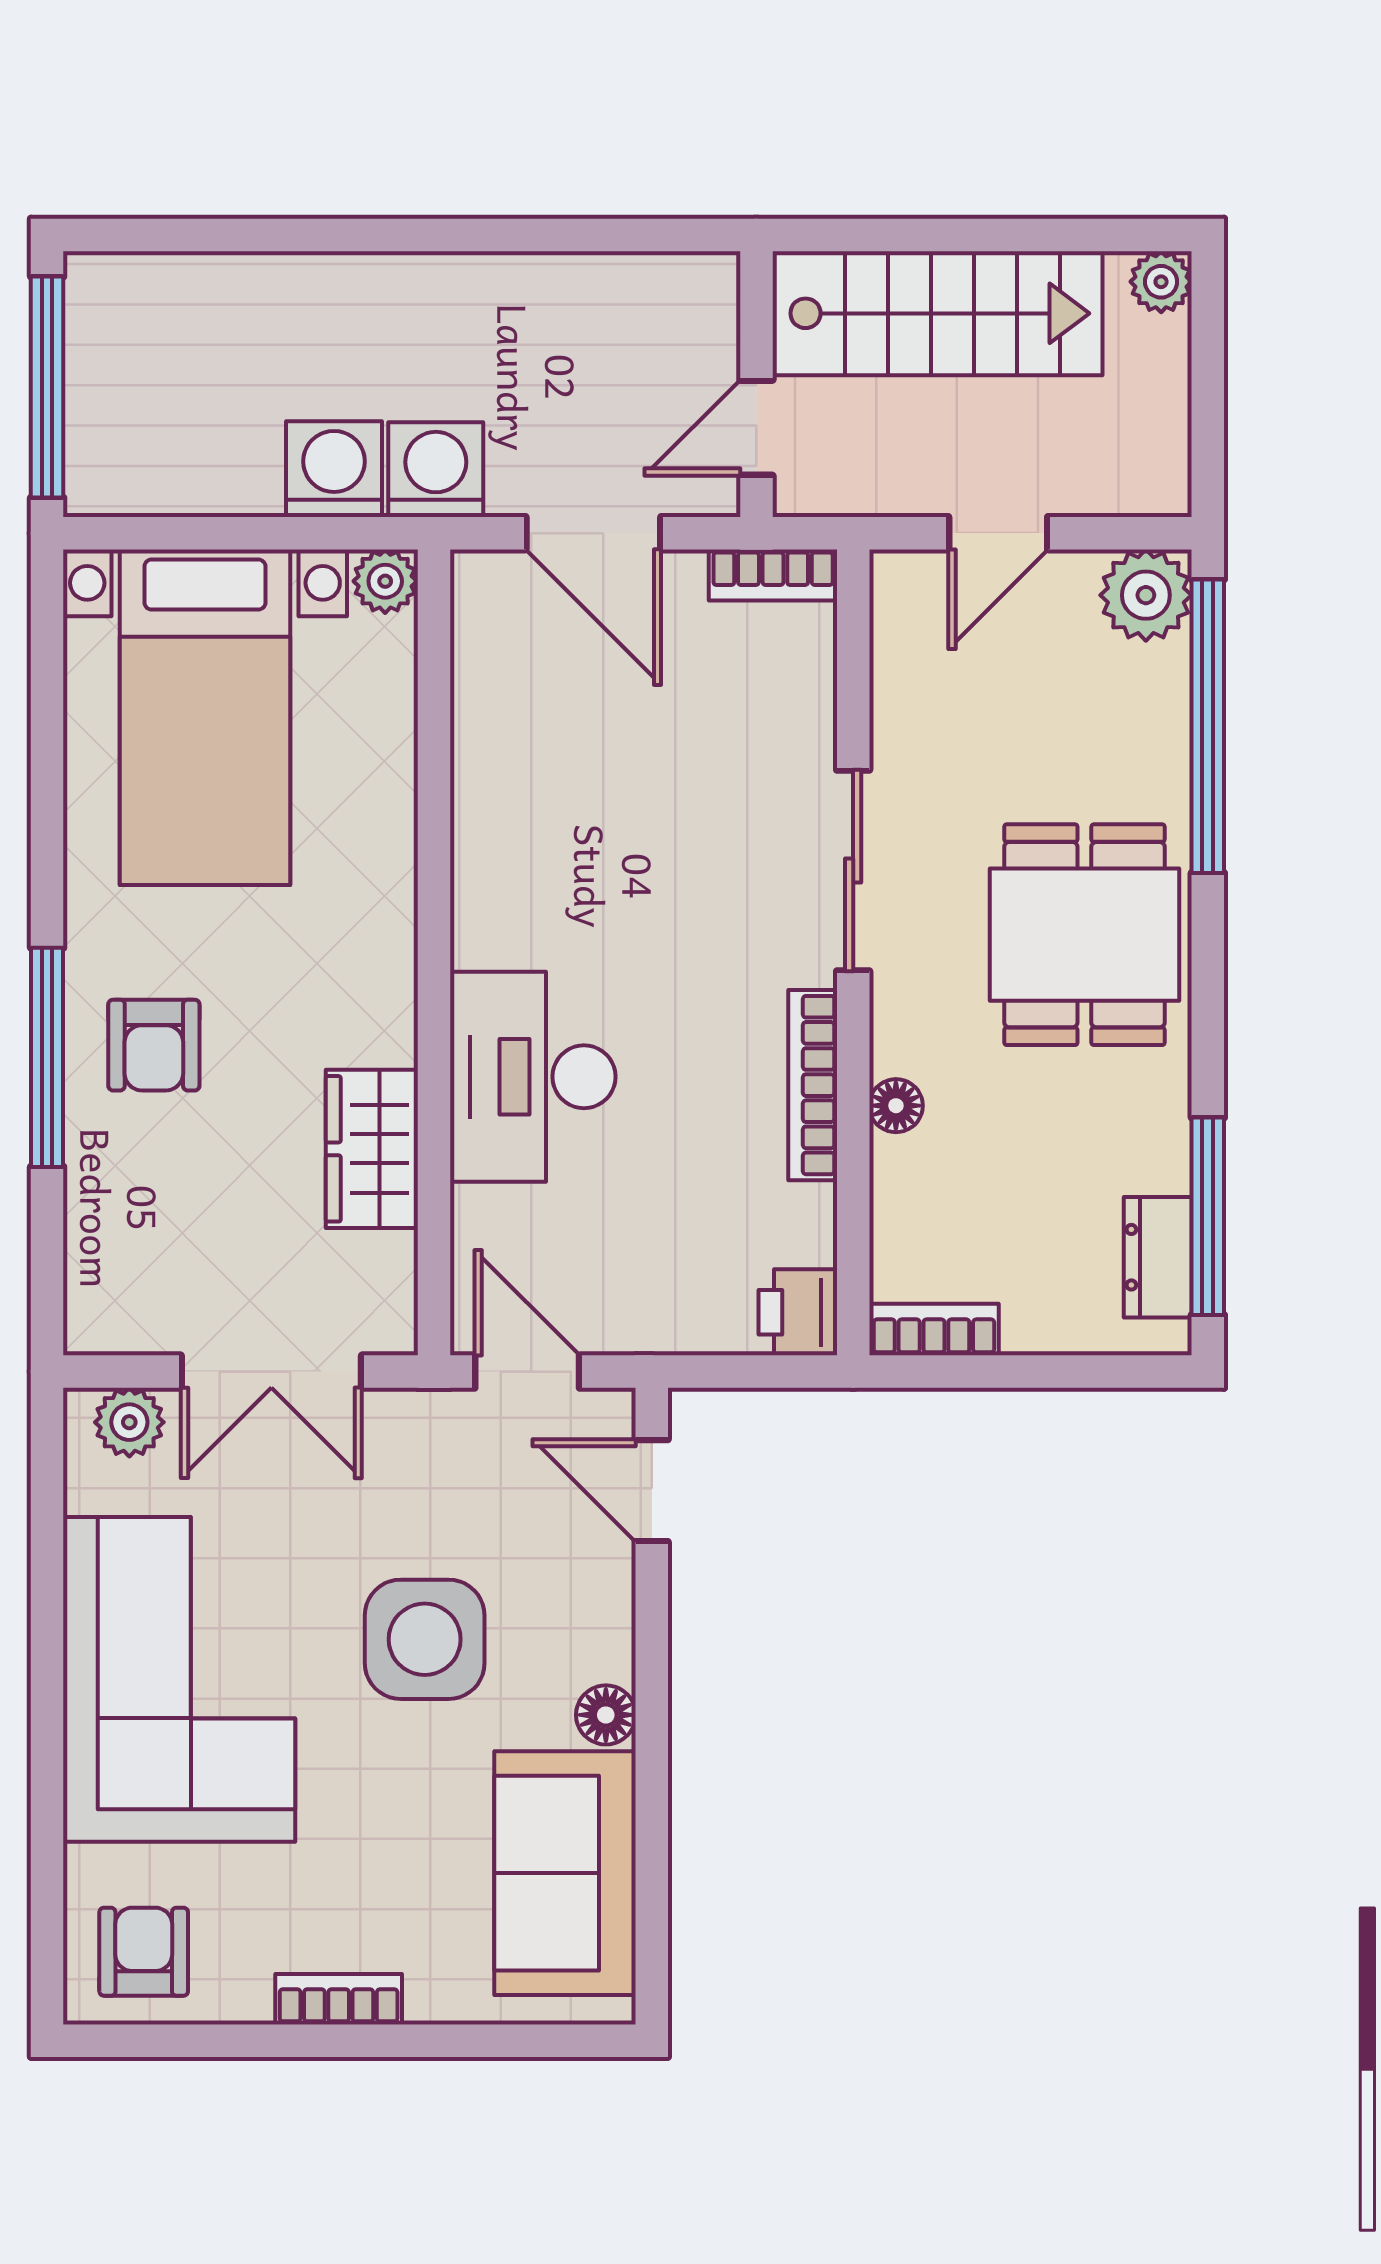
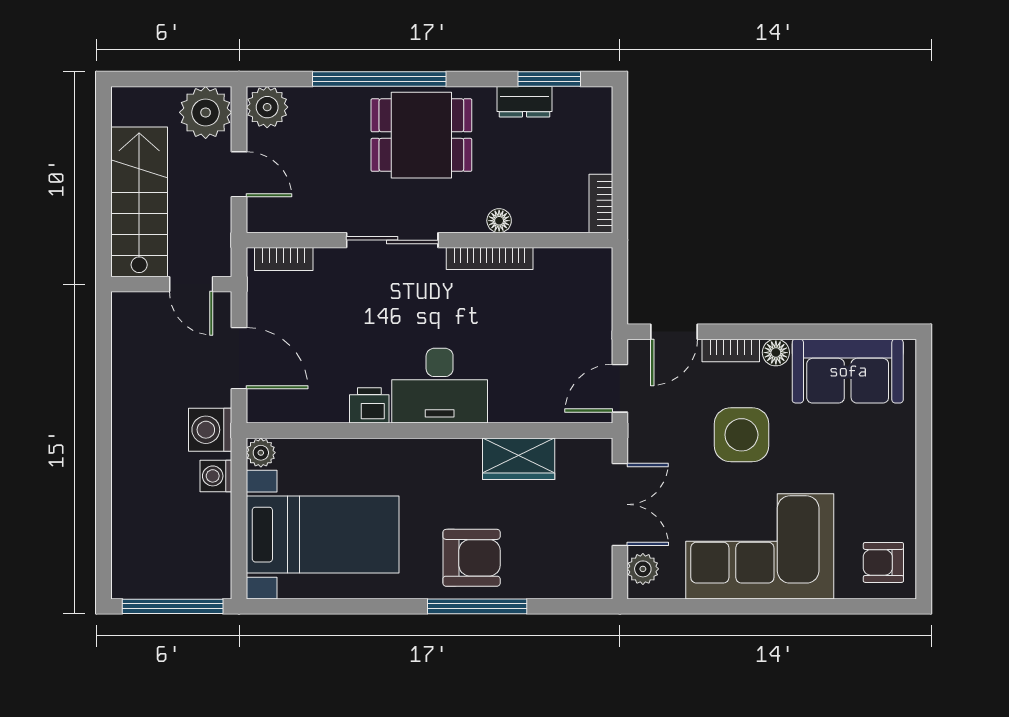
plant: (1161, 282) -> (206, 112), moved, width x1.88, depth x1.88
washing machine: (334, 469) -> (216, 476), width x0.73, depth x0.73
door: (593, 533) -> (239, 358), hinge flipped
bookcase: (773, 575) -> (284, 259), moved, turned 90
window: (1208, 726) -> (379, 79), moved
armchair: (154, 1045) -> (472, 558), width x1.38, depth x1.38
desk: (533, 1077) -> (440, 386), moved
window: (1208, 1216) -> (549, 79), width x0.69
dresser: (1158, 1257) -> (524, 102), moved
printer: (798, 1312) -> (369, 405), moved, turned 180
bookcase: (339, 1999) -> (731, 350), moved, turned -90

